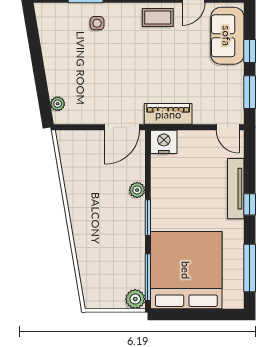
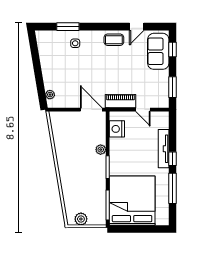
window: (250, 51) -> (172, 49), moved
door: (122, 127) -> (91, 110), swing flipped
door: (228, 127) -> (143, 110), moved
nightstand: (164, 142) -> (117, 129), moved, turned -90
window: (250, 268) -> (172, 188), moved
plant: (135, 299) -> (81, 219), moved

